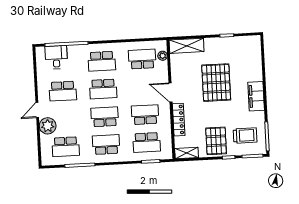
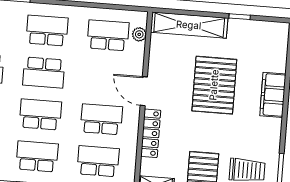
shelving: (187, 46) -> (189, 25), width x1.47
school desk: (102, 61) -> (47, 31), turned 180
filing cabinet: (256, 96) -> (273, 95), moved
school desk: (147, 142) -> (98, 161), turned 180

